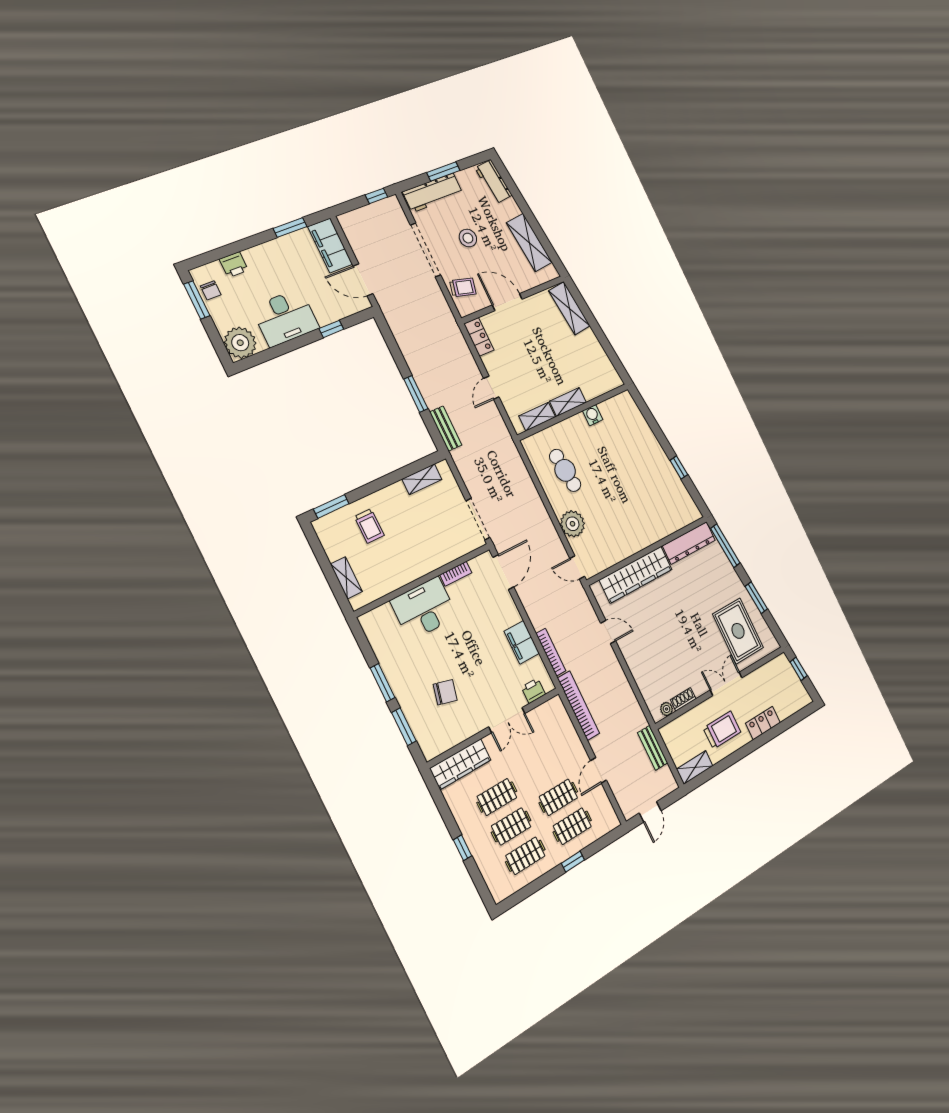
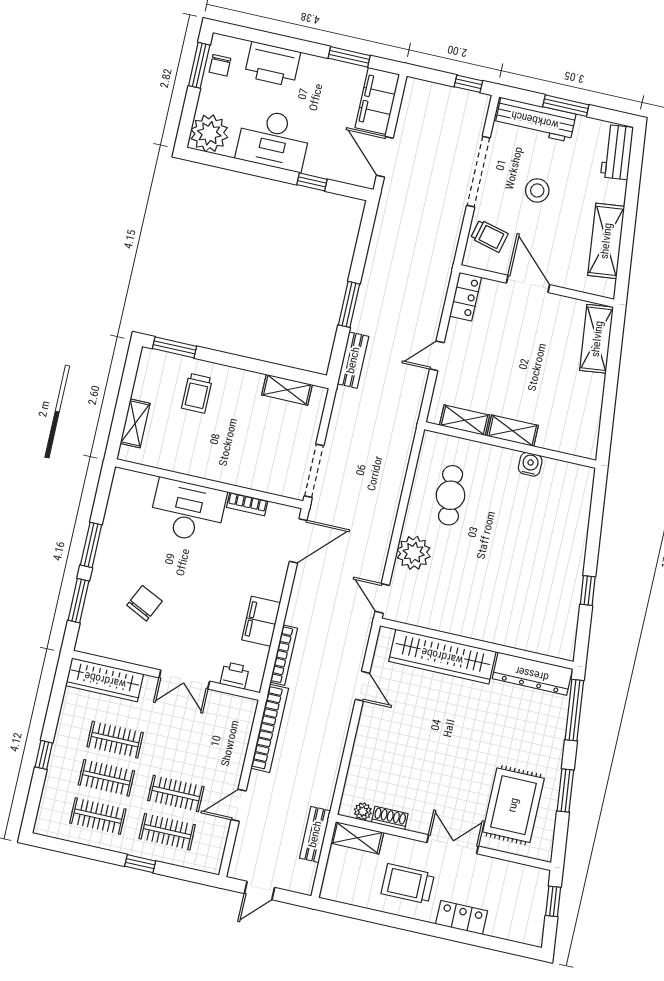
printer: (234, 265) -> (272, 64), width x1.87, depth x1.48
chair: (445, 692) -> (144, 603), turned -78
trolley: (722, 730) -> (408, 884), turned 180
shelving: (695, 767) -> (357, 838), moved

